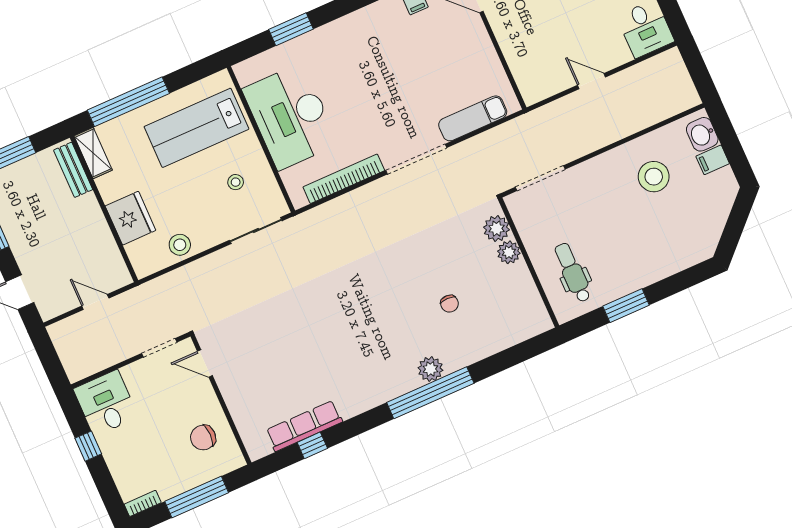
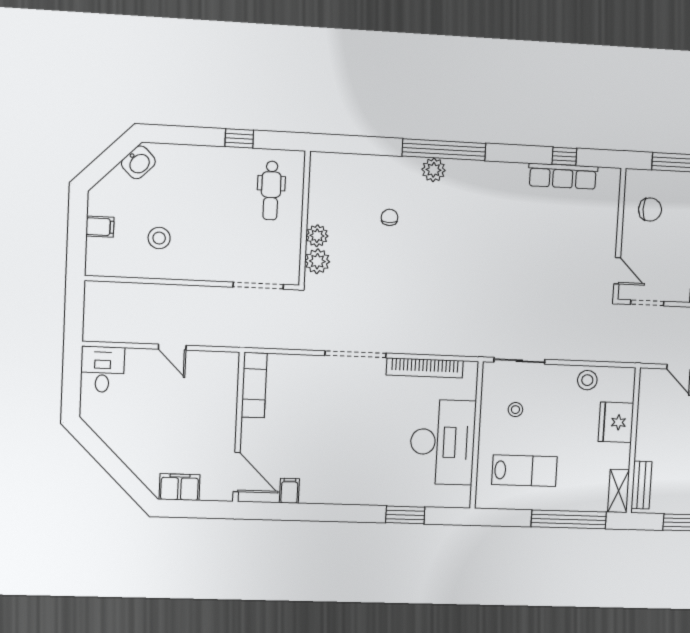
exam couch: (473, 118) -> (254, 385), moved, turned -90
lab bench: (196, 128) -> (524, 471), width x0.73, depth x0.72
washbasin: (702, 134) -> (138, 162), moved, turned 45
stool: (654, 177) -> (159, 238), width x0.73, depth x0.73
window: (626, 306) -> (239, 138), width x0.67

